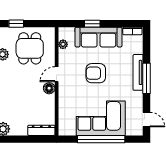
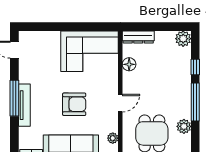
floor lamp: (49, 88) -> (129, 64), moved
corner sofa: (101, 118) -> (89, 51), moved
window: (101, 139) -> (68, 27), removed

